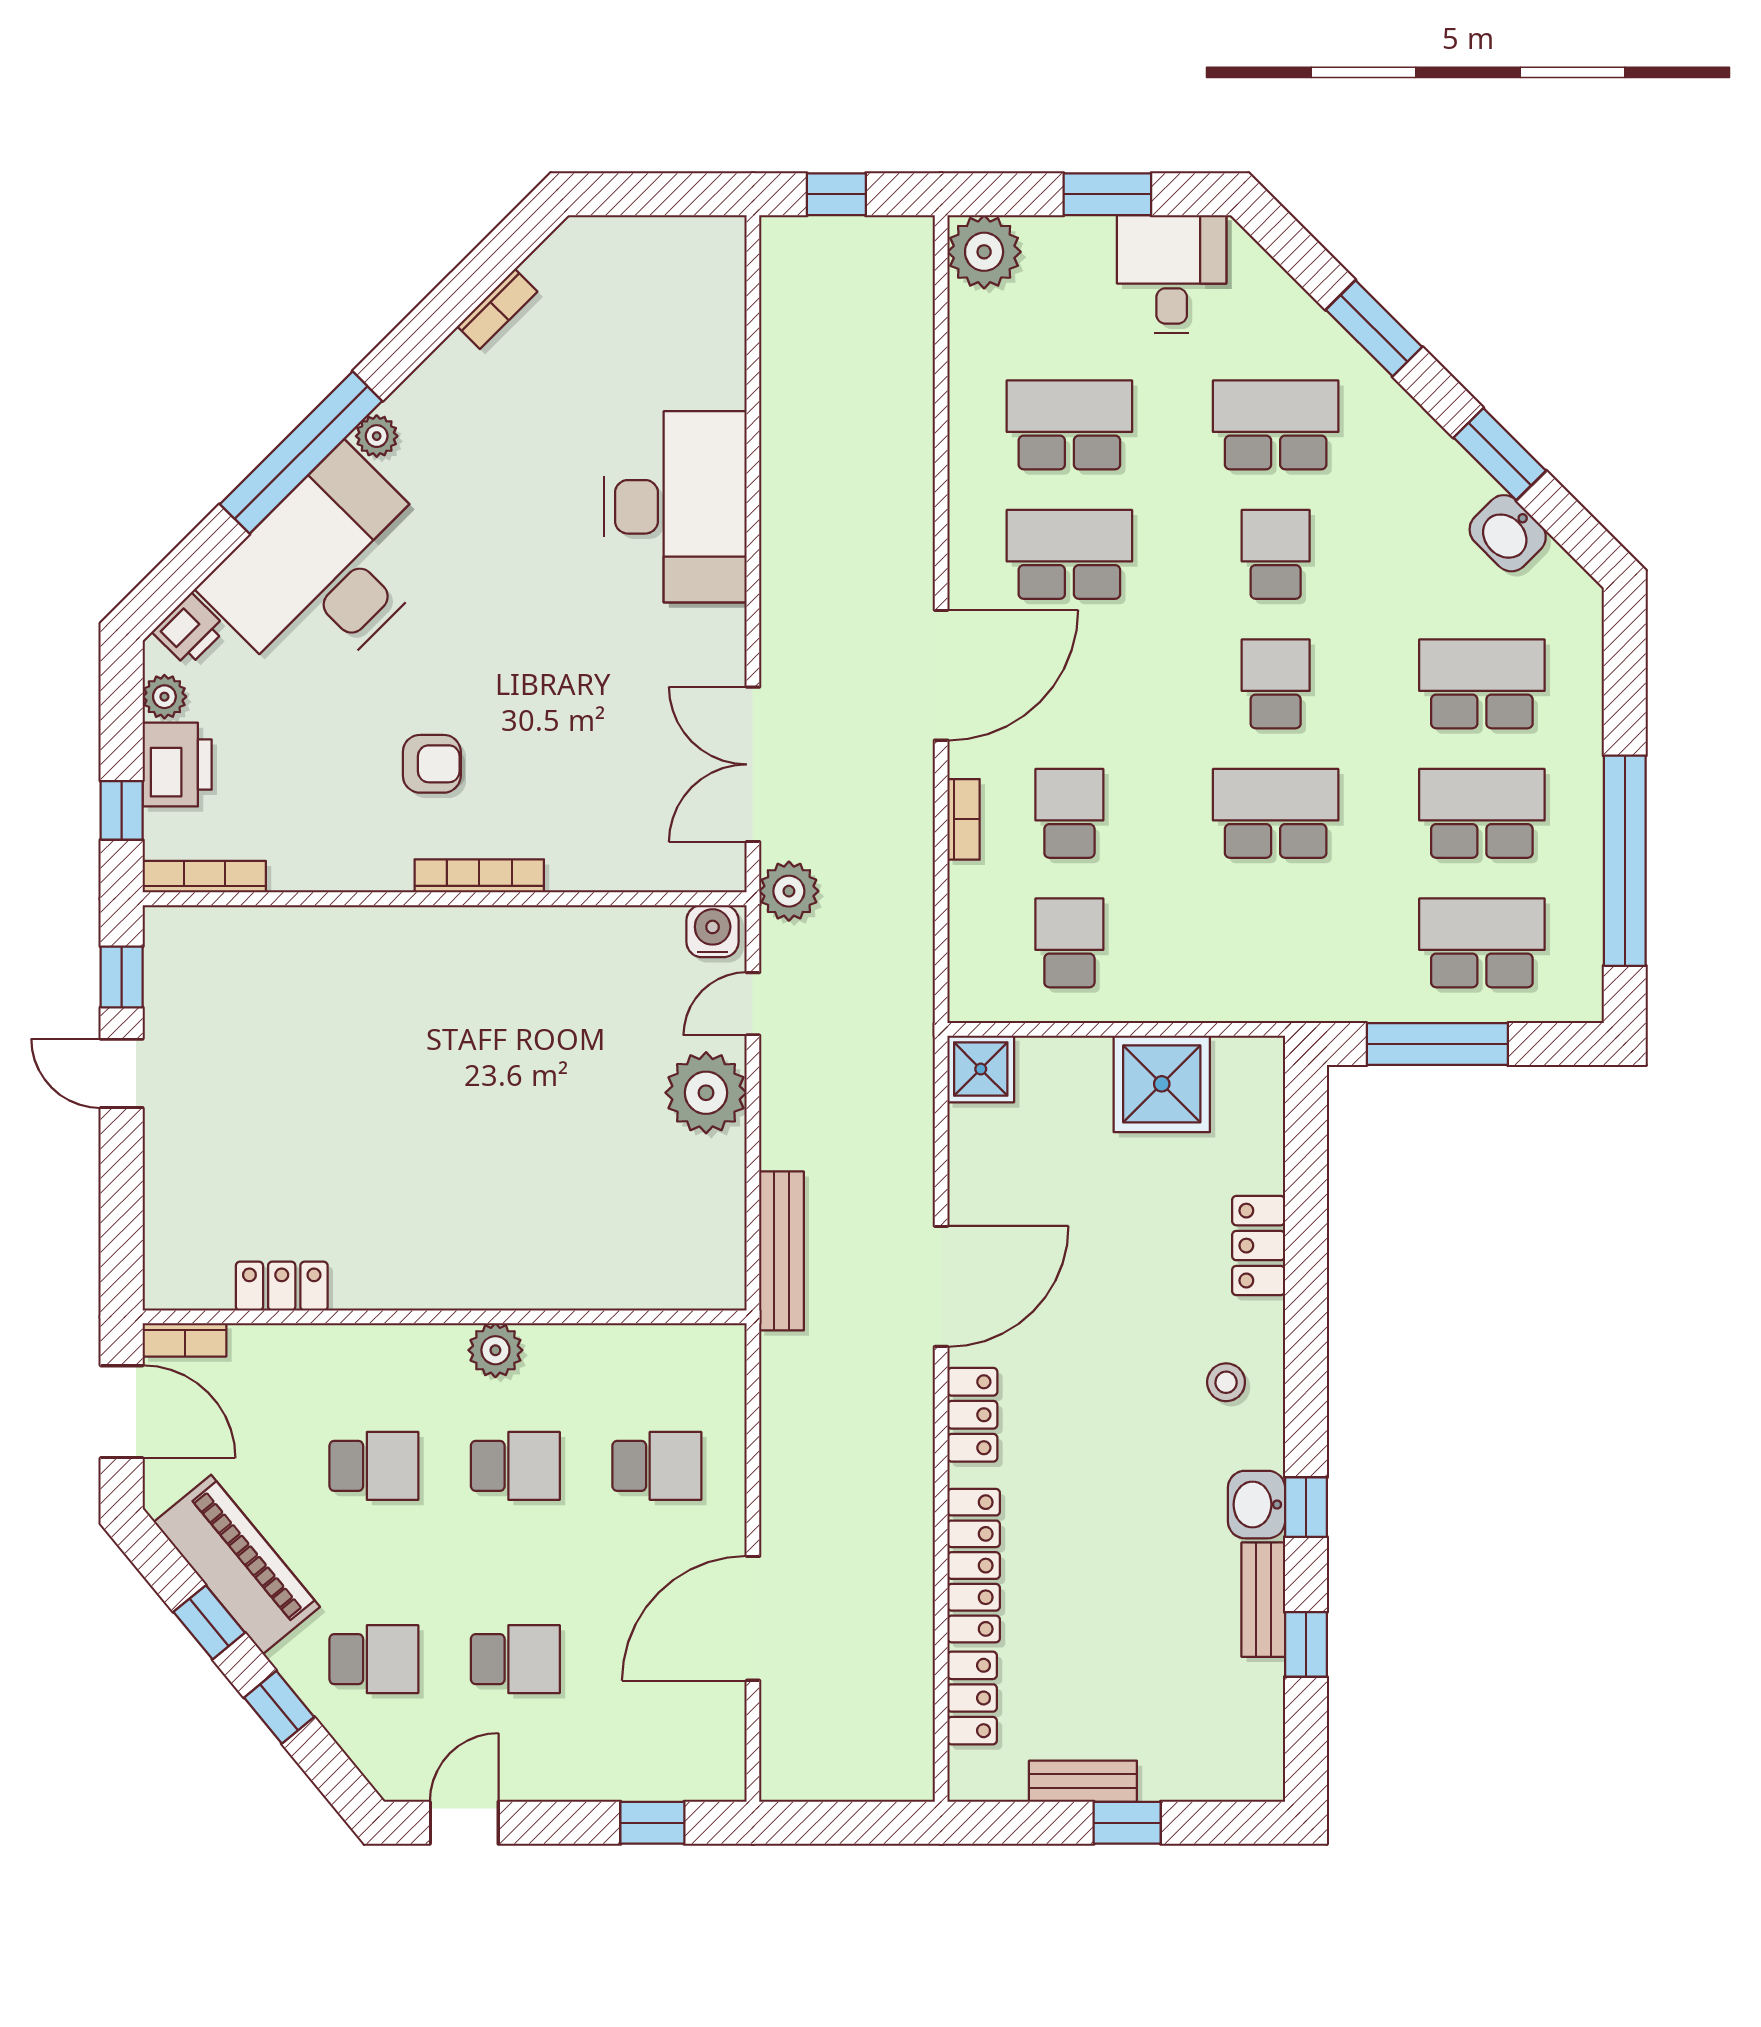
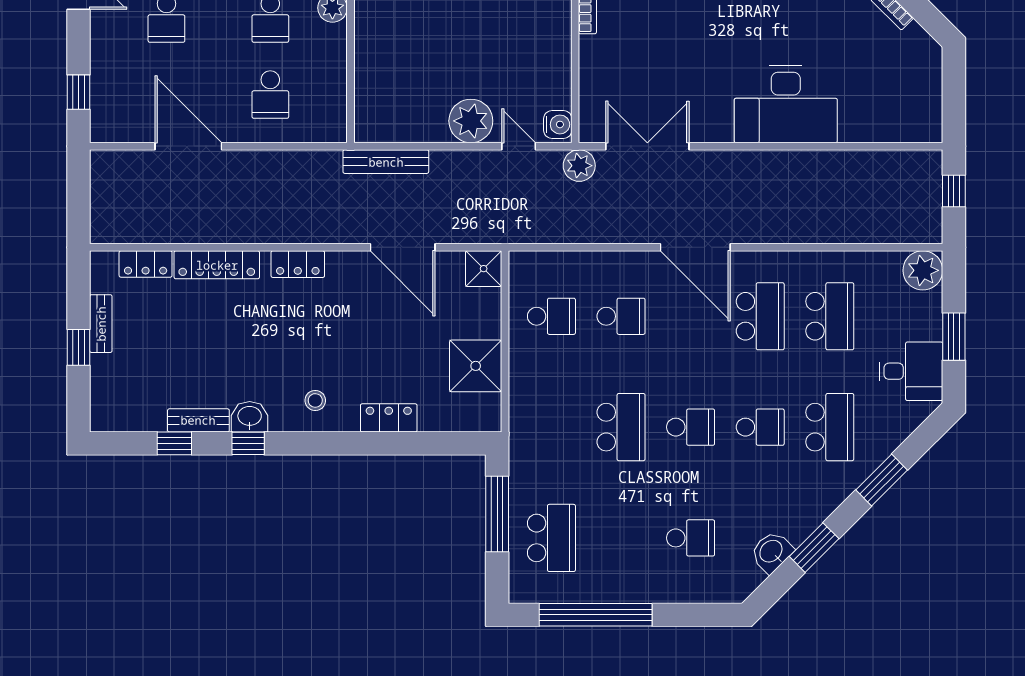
school desk: (1482, 684) -> (691, 538), width x0.54
school desk: (1482, 813) -> (621, 538), removed
bookcase: (964, 819) -> (618, 259), removed
door: (941, 1286) -> (403, 247), moved

